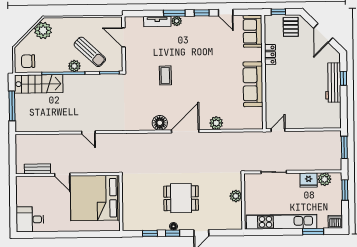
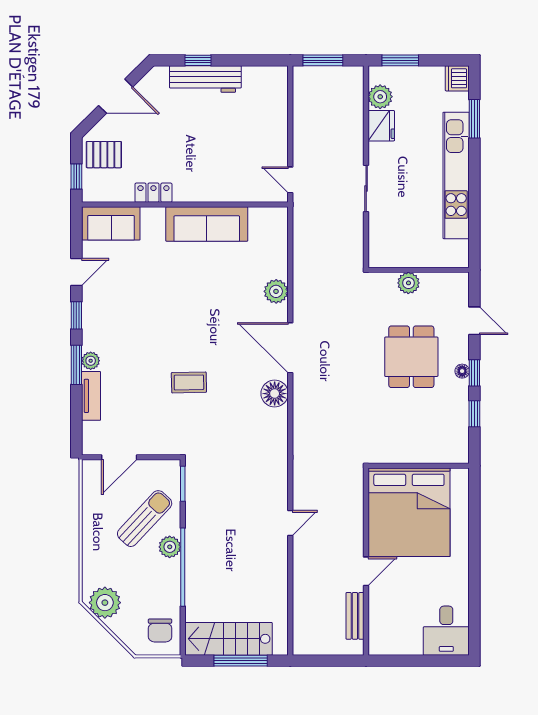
stairs: (39, 84) -> (229, 639), moved, turned -90
plant: (236, 196) -> (408, 283), moved
wall: (243, 202) -> (419, 270), moved

